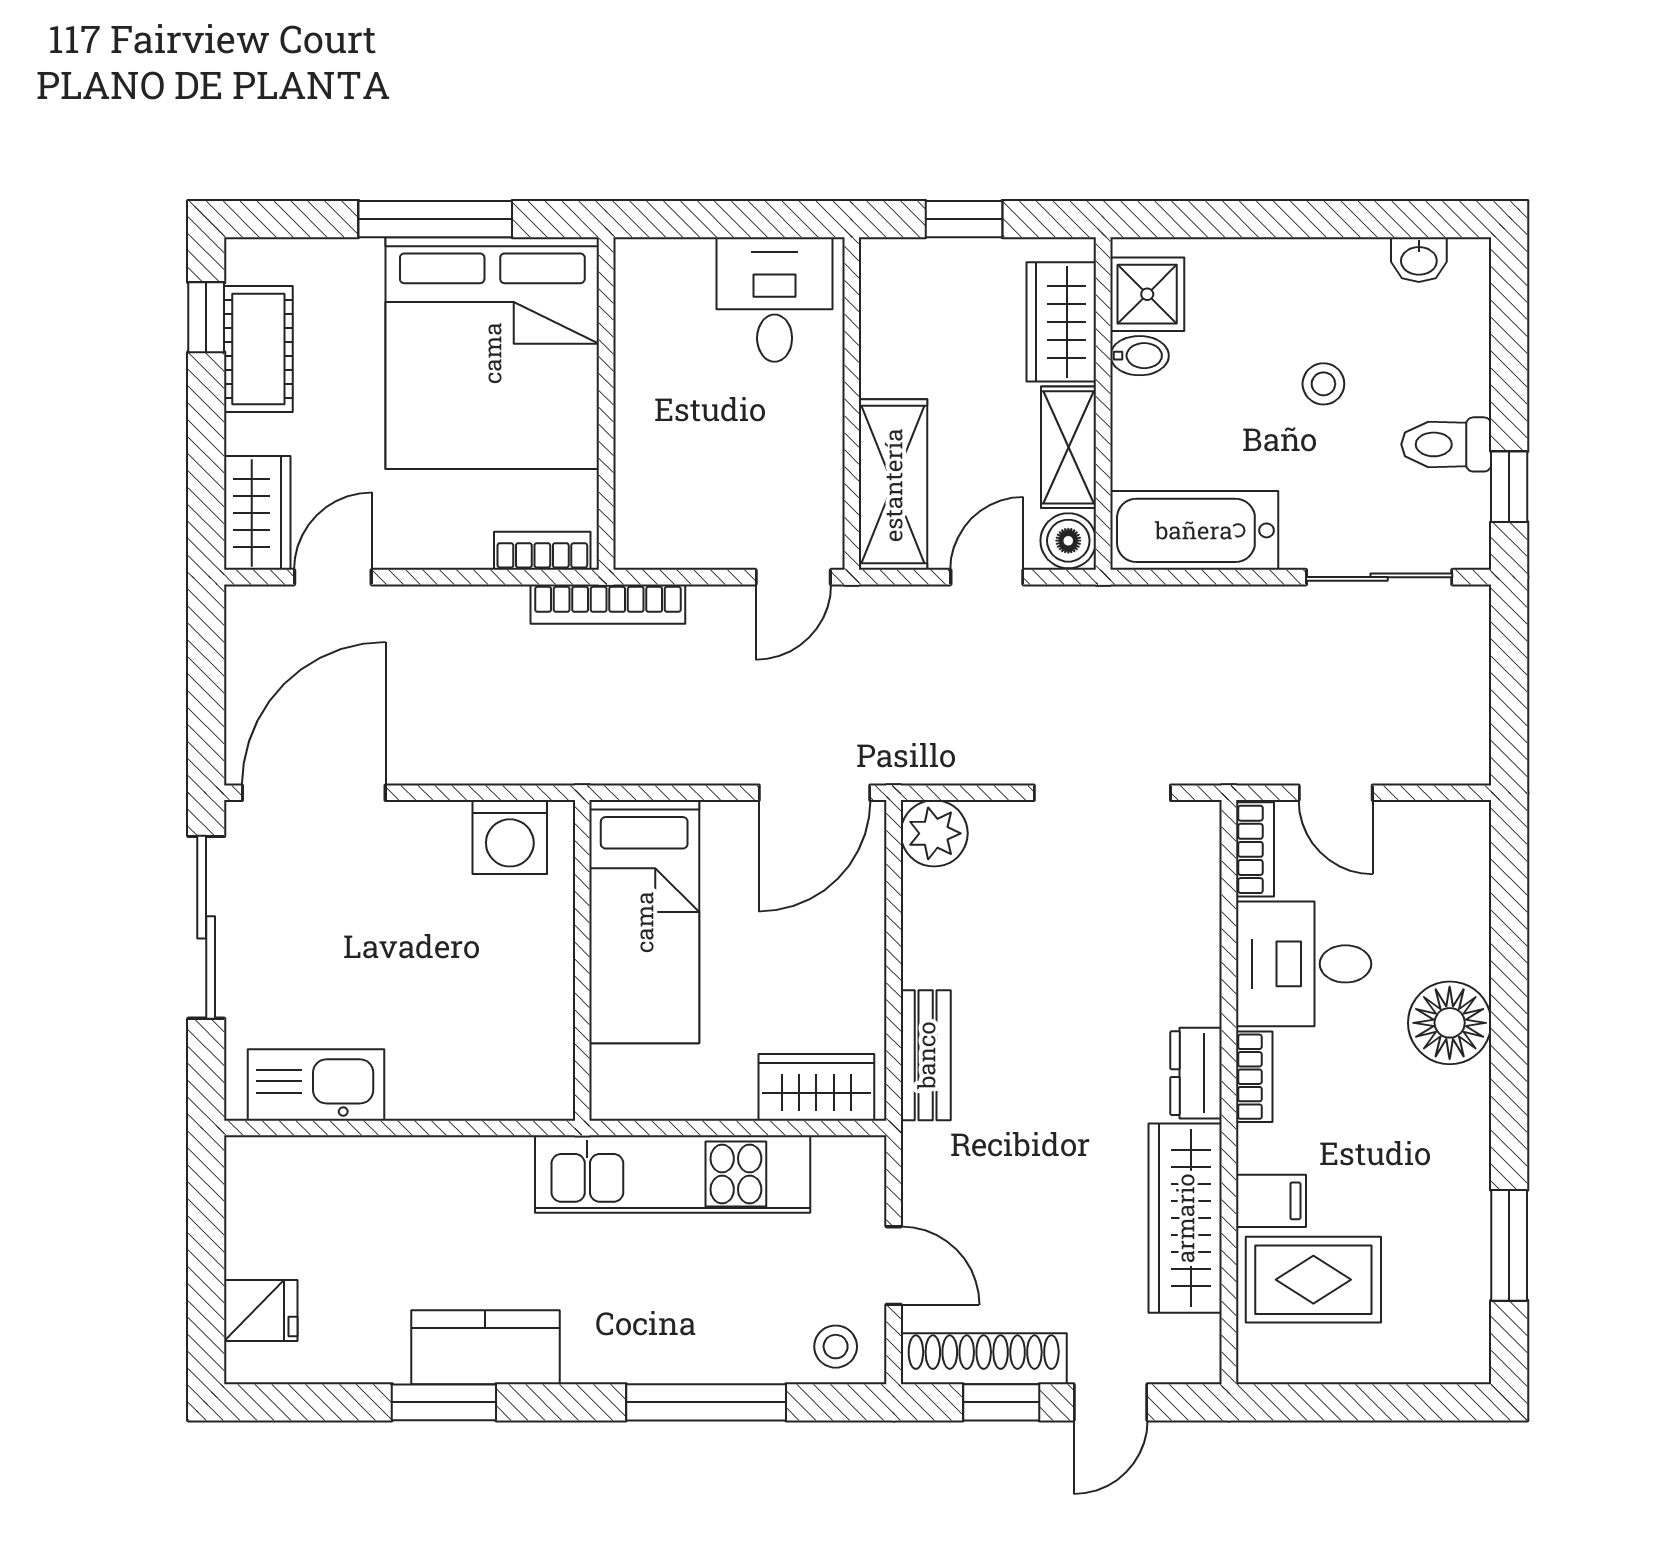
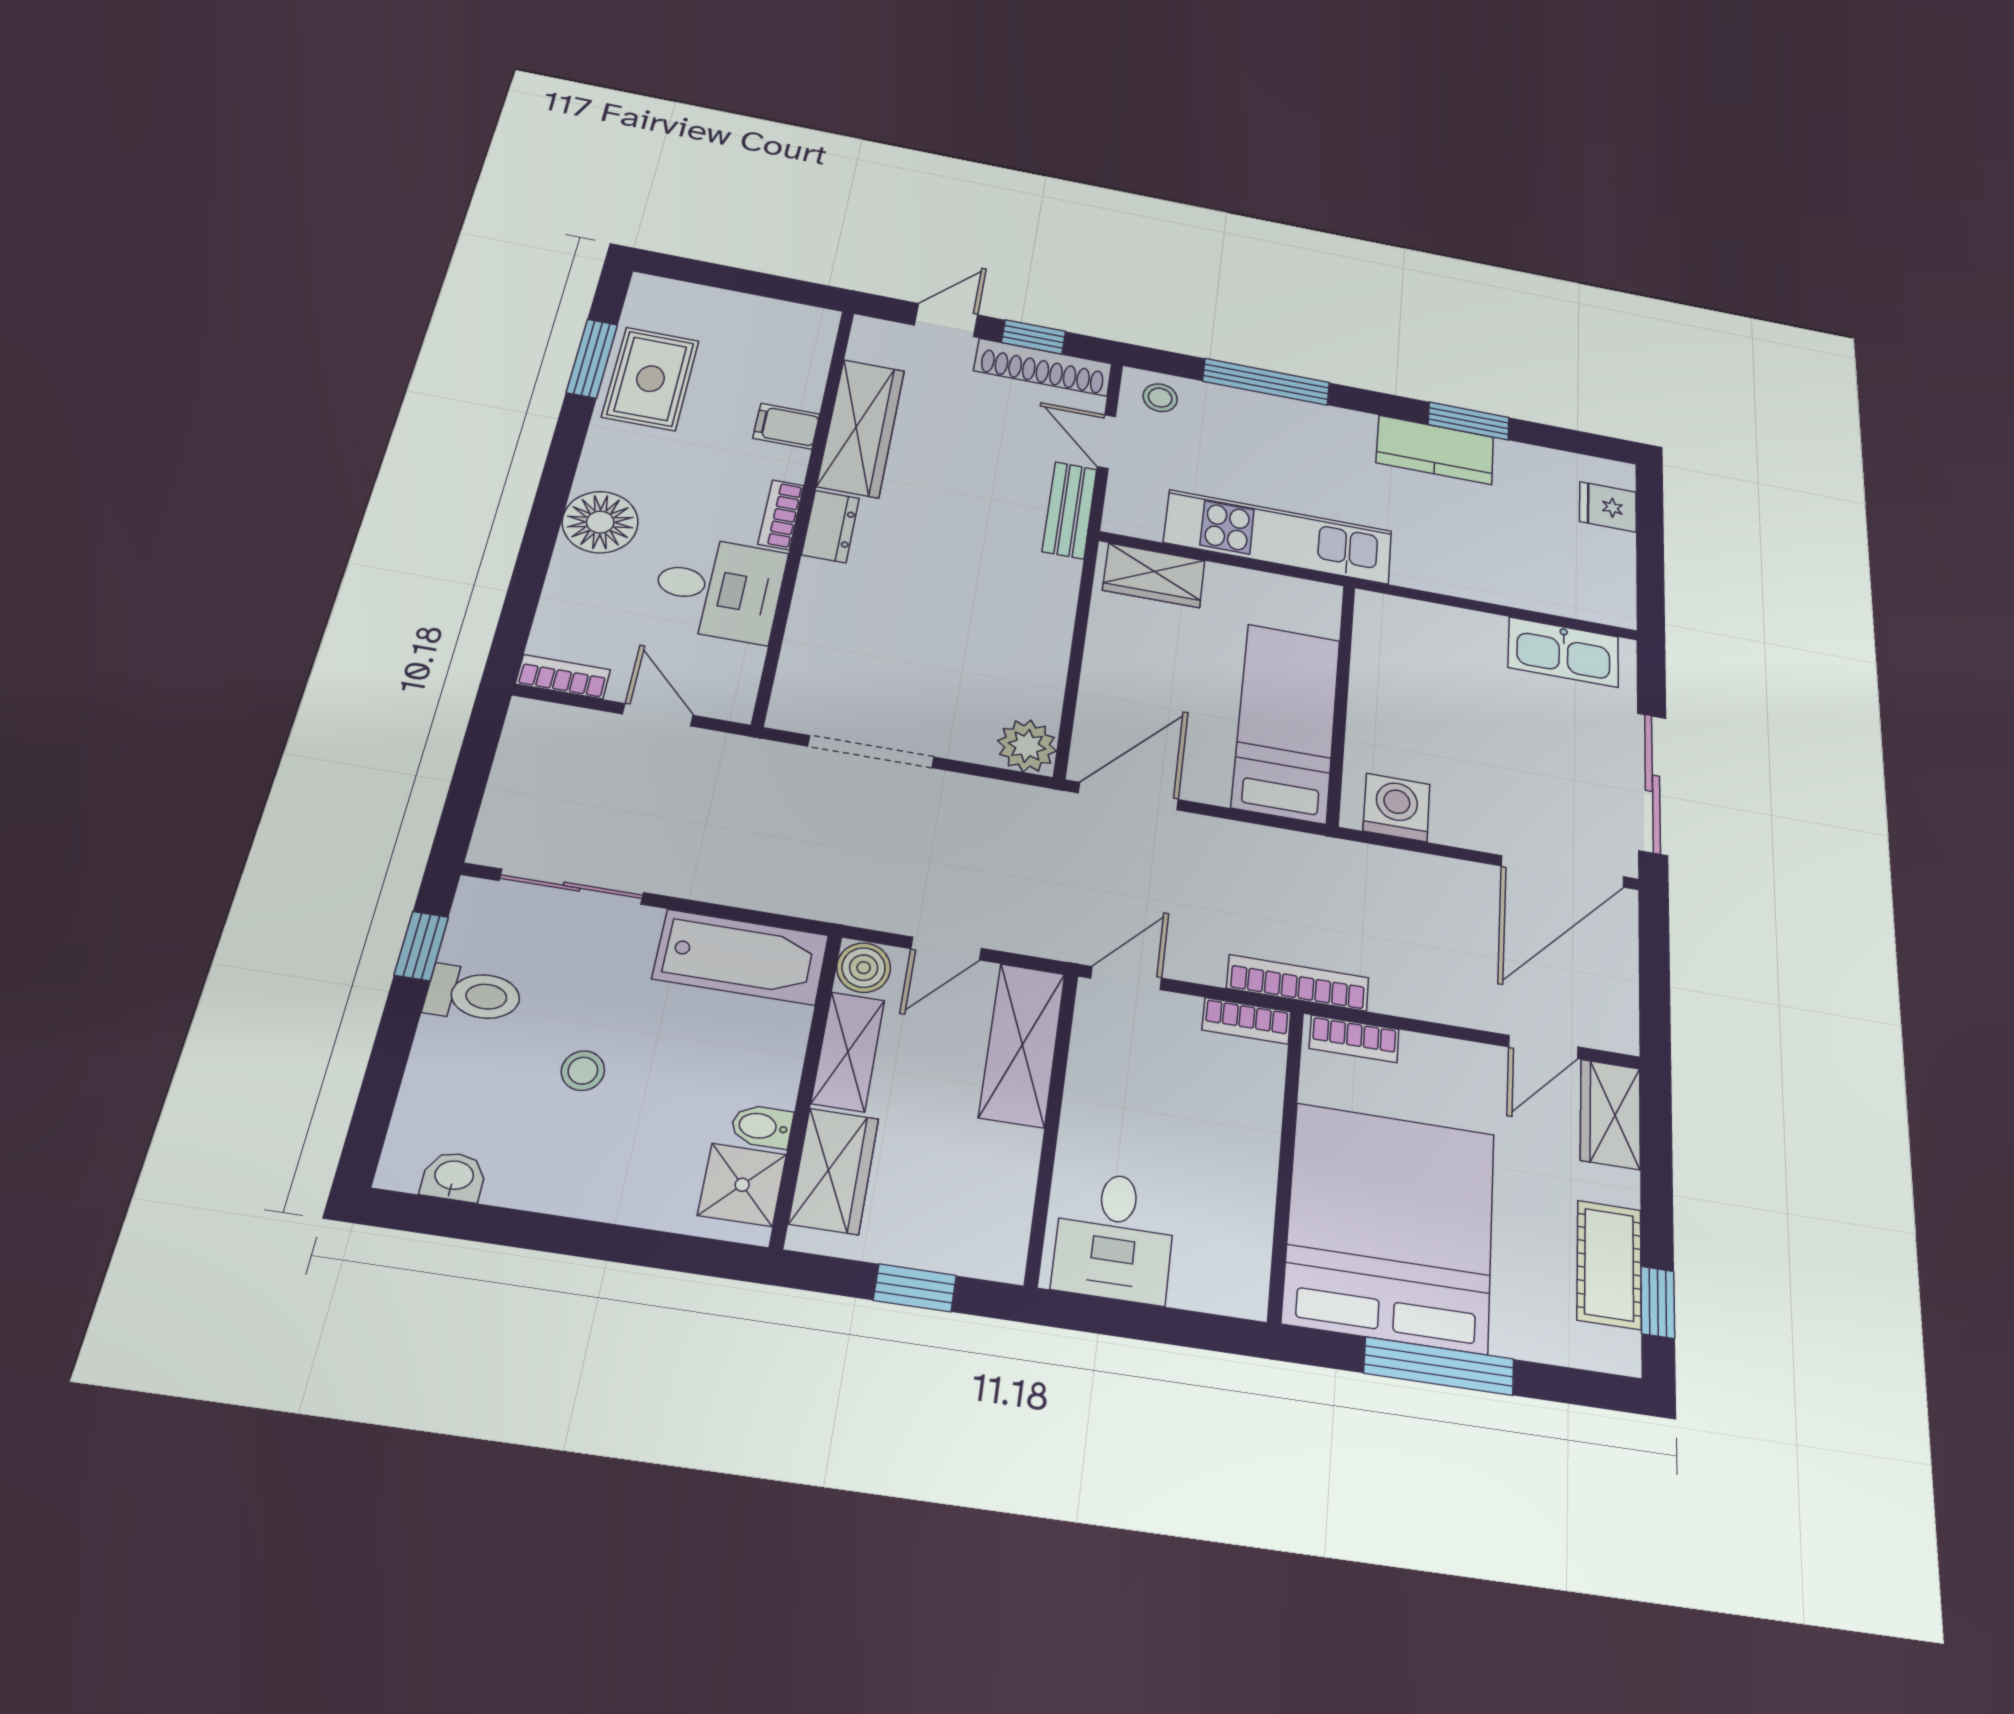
bookcase: (660, 551) -> (1247, 1021), added
bookcase: (1255, 849) -> (563, 677), moved, turned 90
bench: (926, 1055) -> (1070, 510), moved
rug: (1313, 1280) -> (651, 379), moved, turned 90

